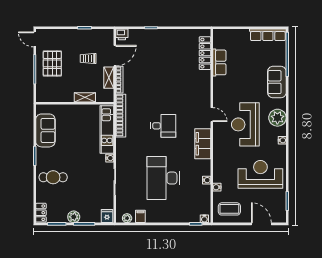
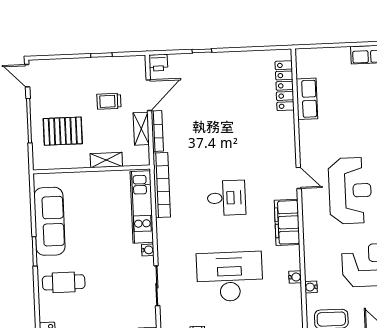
pallet: (52, 63) -> (63, 131), moved, turned 90
reception desk: (245, 124) -> (350, 191), turned 180
sofa: (45, 130) -> (49, 221), width x1.36
desk: (163, 178) -> (230, 277), turned 90

